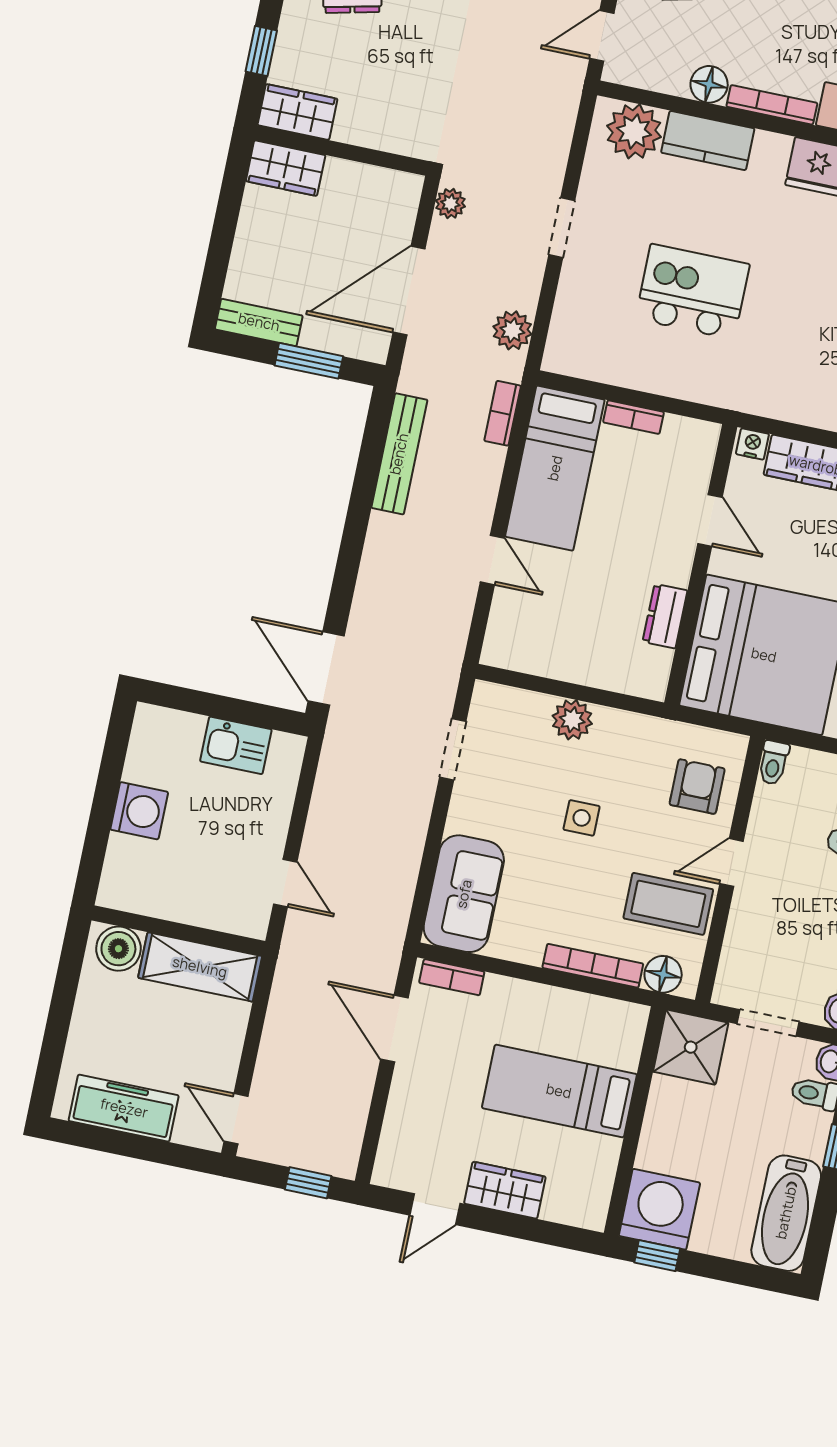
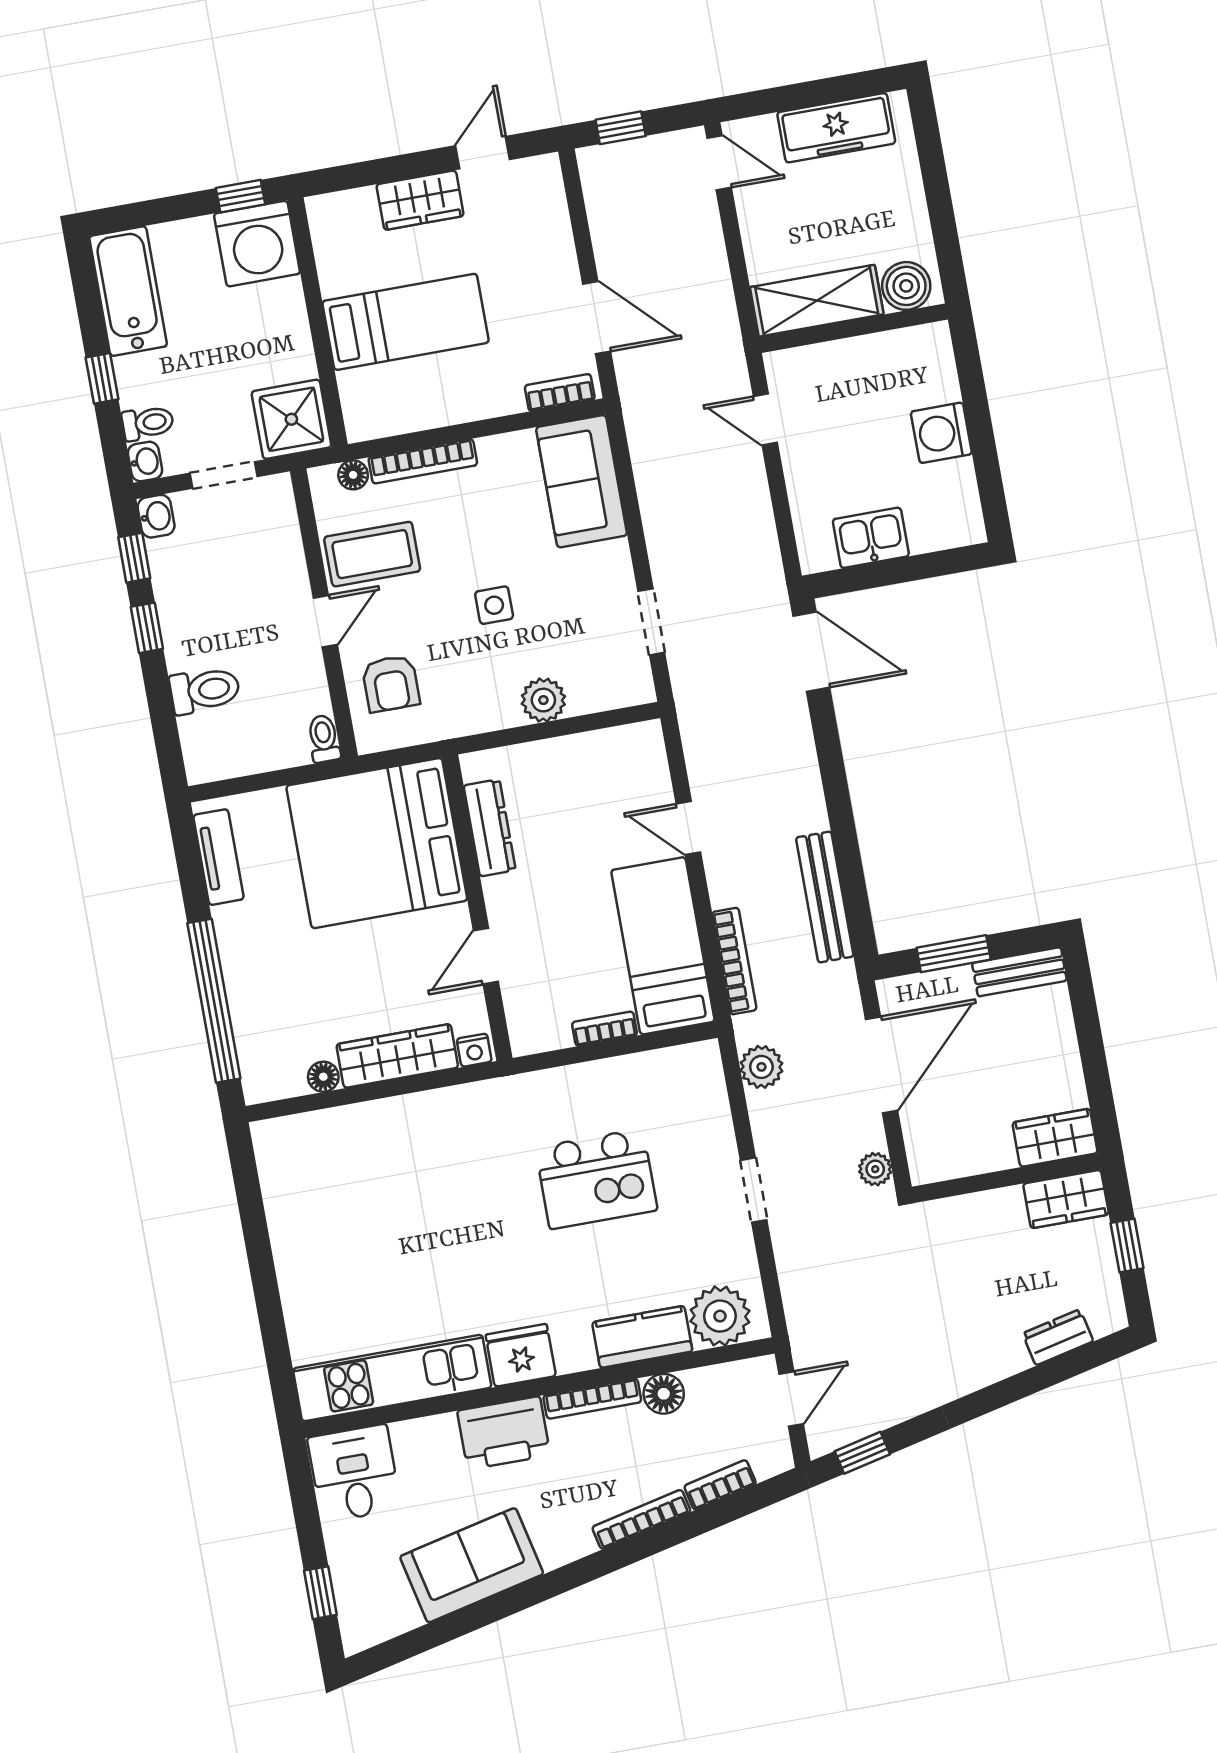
bookcase: (503, 413) -> (734, 961), width x1.56
door: (710, 520) -> (486, 956), hinge flipped
dresser: (665, 616) -> (490, 828), width x1.44
floor lamp: (663, 974) -> (353, 475), width x0.73, depth x0.73

